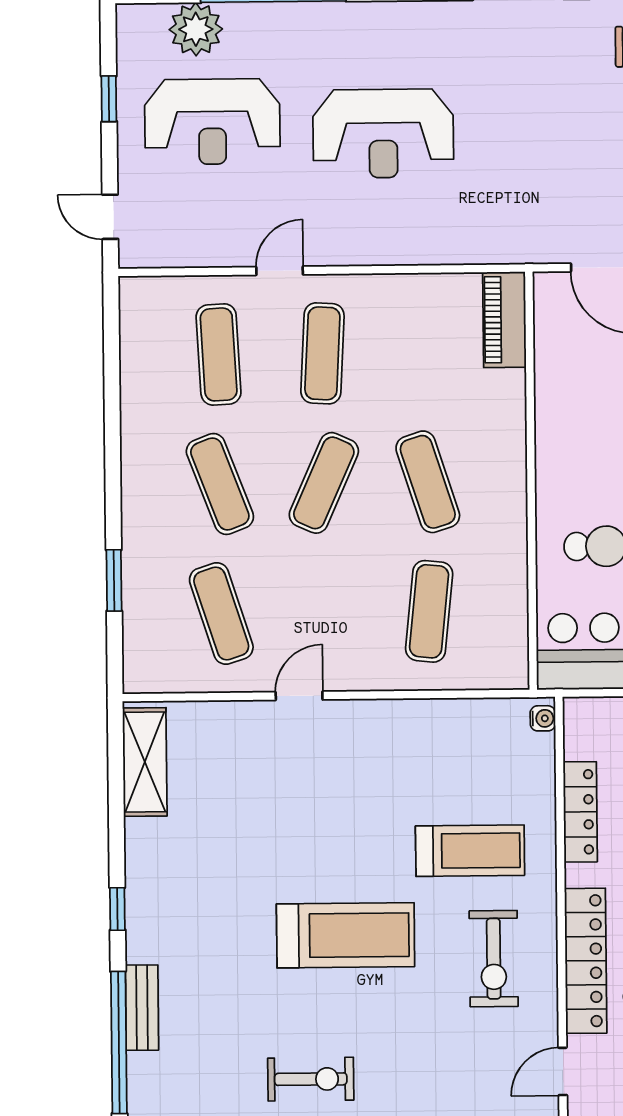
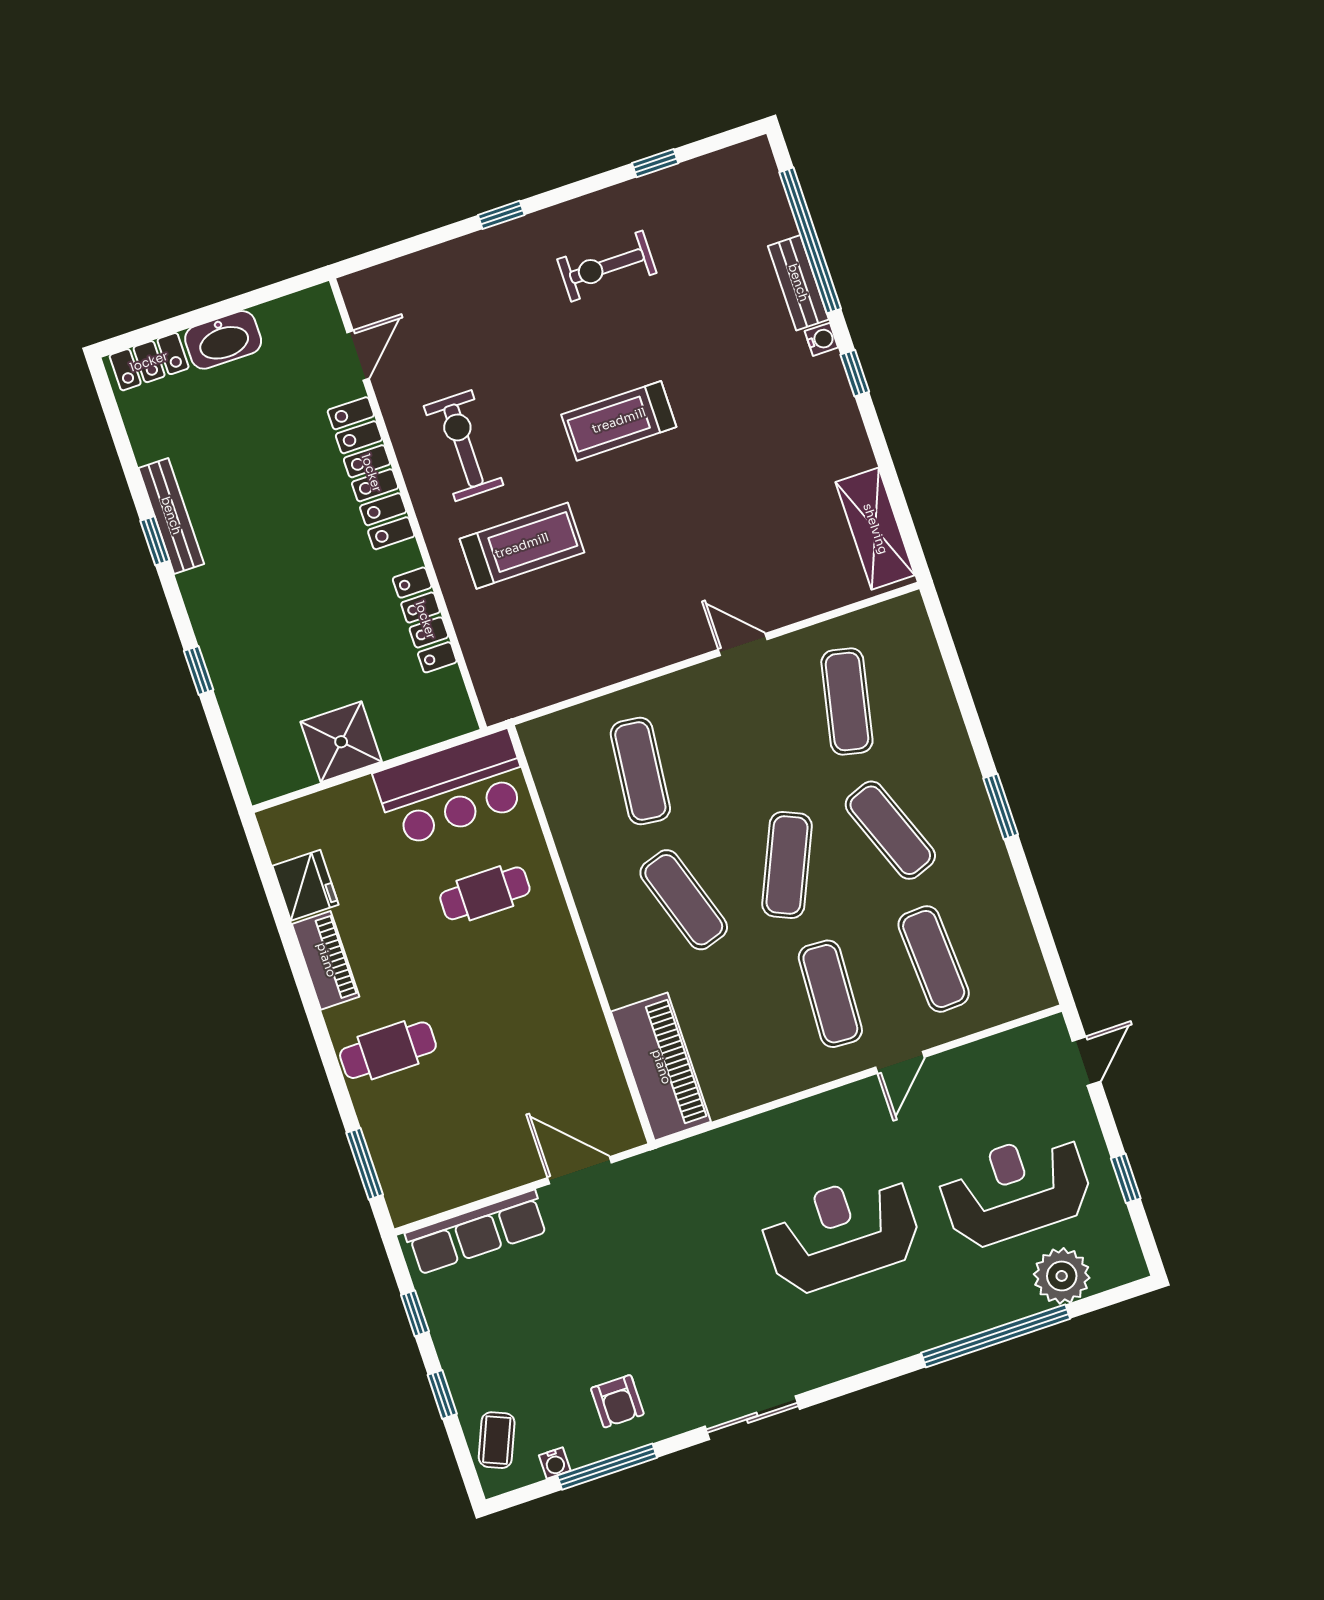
door: (110, 217) -> (1086, 1061), hinge flipped
piano: (504, 320) -> (661, 1067), width x1.37, depth x1.33
window: (114, 580) -> (1001, 806), moved
exercise mat: (221, 614) -> (847, 701), turned 30
door: (299, 696) -> (743, 645), swing flipped
water cooler: (543, 718) -> (821, 339), moved, turned 180
treadmill: (470, 851) -> (522, 546), turned 180
treadmill: (346, 935) -> (619, 421), width x0.73, depth x0.73

